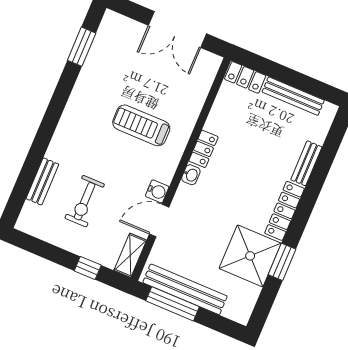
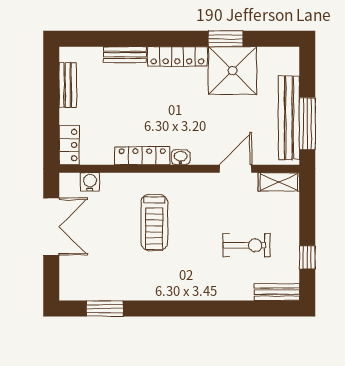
bench: (293, 96) -> (68, 85), width x0.73
locker: (203, 149) -> (142, 156), width x1.53
bench: (42, 181) -> (277, 292), moved
water cooler: (157, 191) -> (90, 182), moved
door: (159, 221) -> (235, 169), swing flipped
window: (88, 268) -> (307, 257), moved

